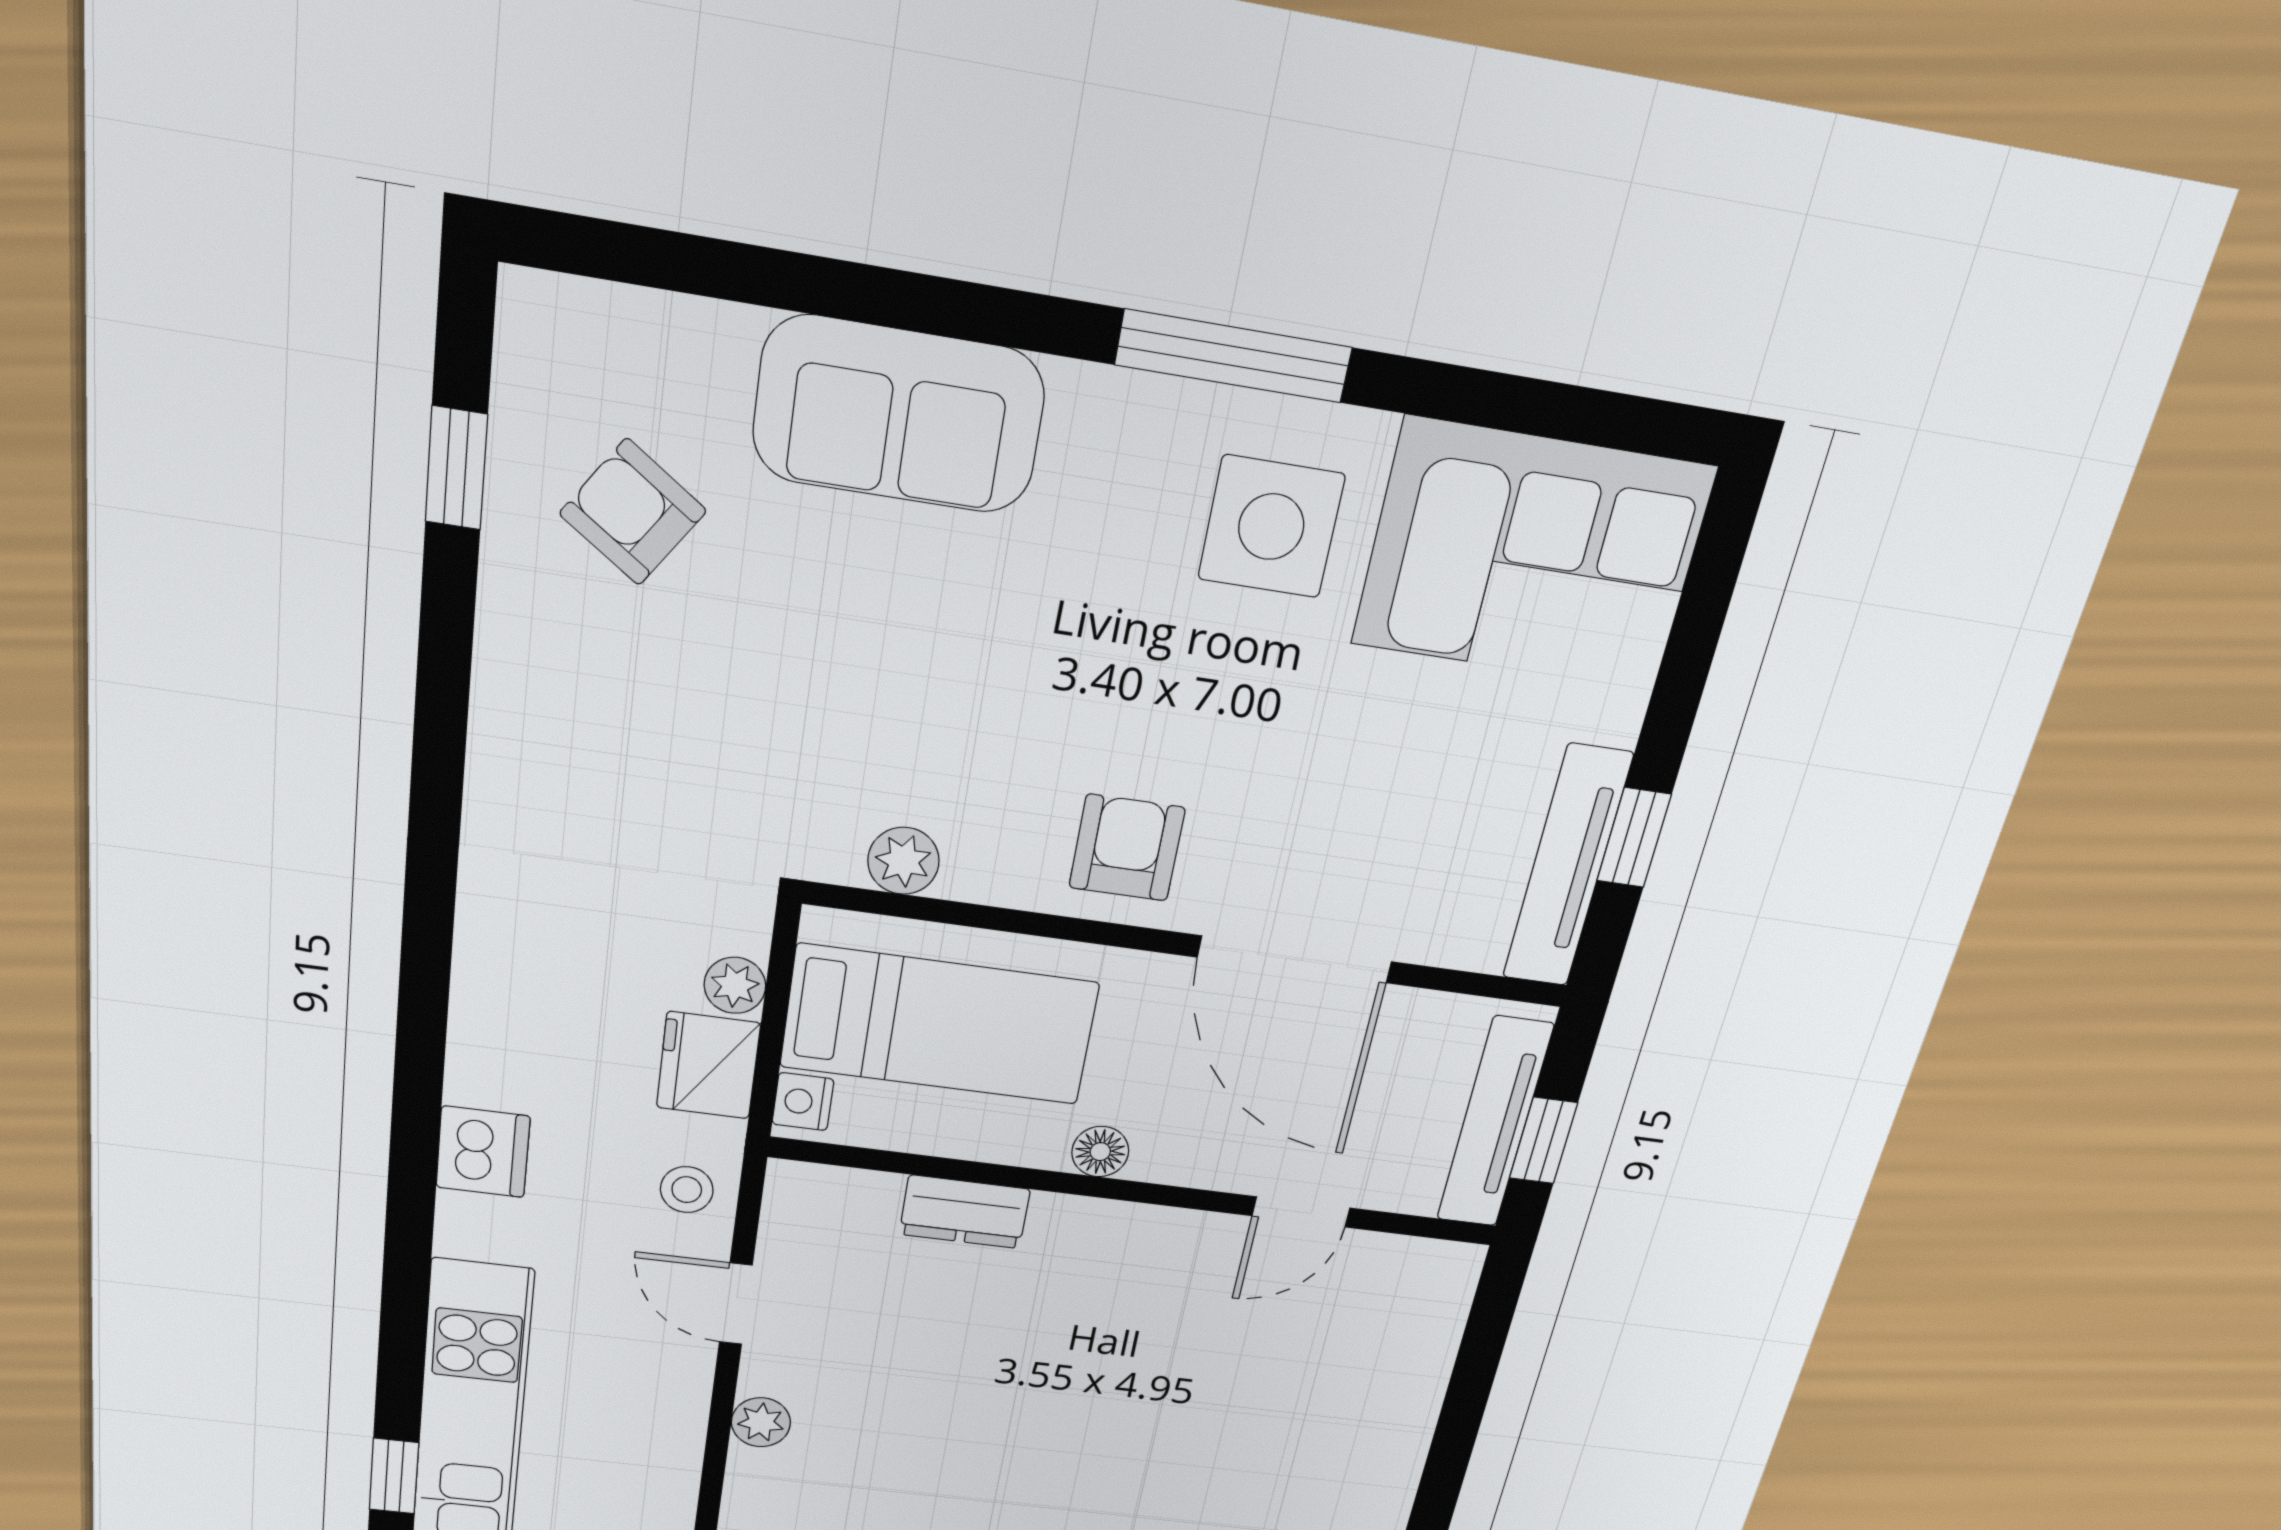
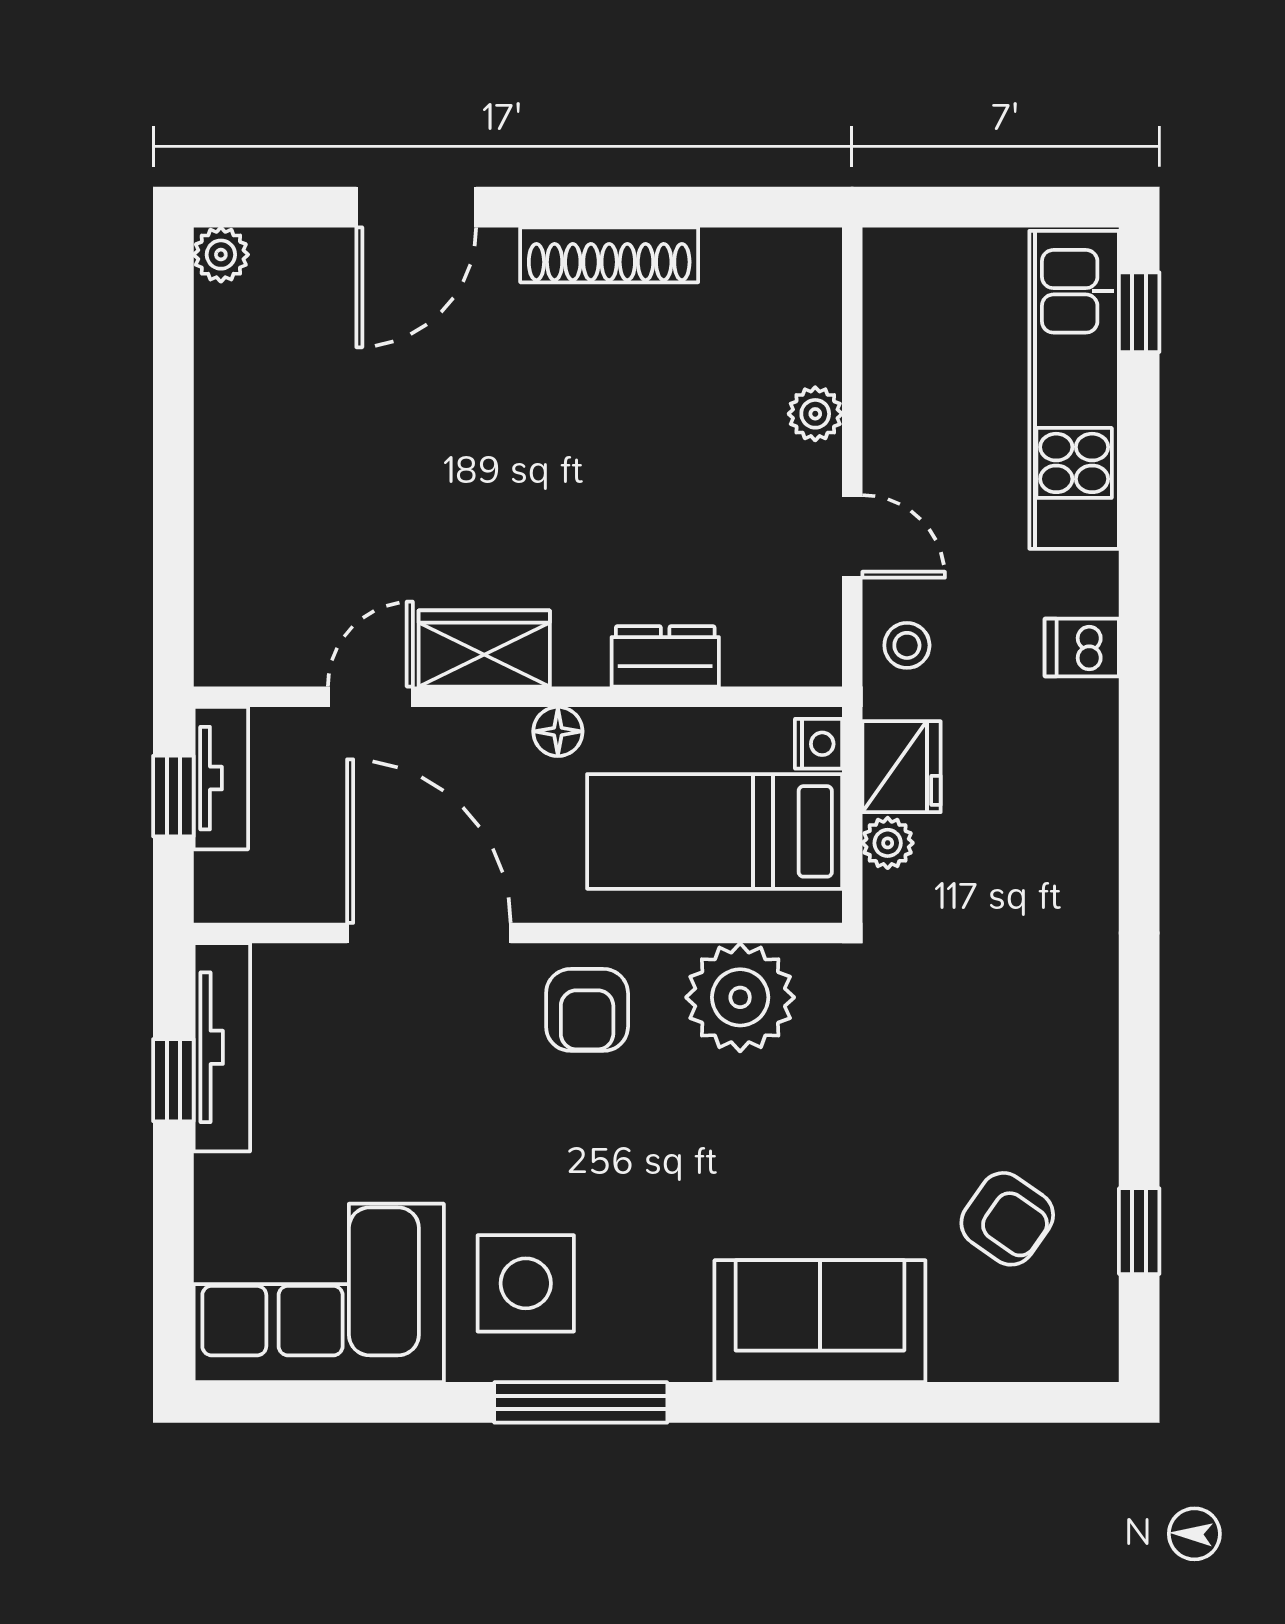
plant: (903, 861) -> (740, 997), width x1.87, depth x1.87
tv unit: (1495, 1123) -> (221, 778), width x0.71
dishwasher: (483, 1152) -> (1082, 647), width x0.73
wardrobe: (1165, 1244) -> (484, 648), added

